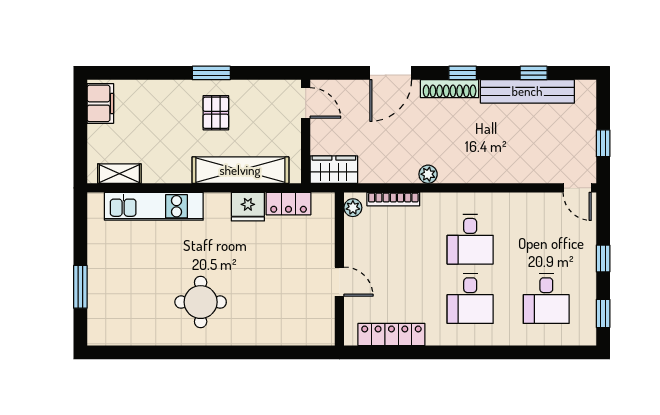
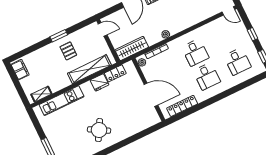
wardrobe: (334, 170) -> (132, 48), width x1.50
door: (339, 282) -> (151, 95), width x1.87
round table: (201, 302) -> (99, 130), turned 30

